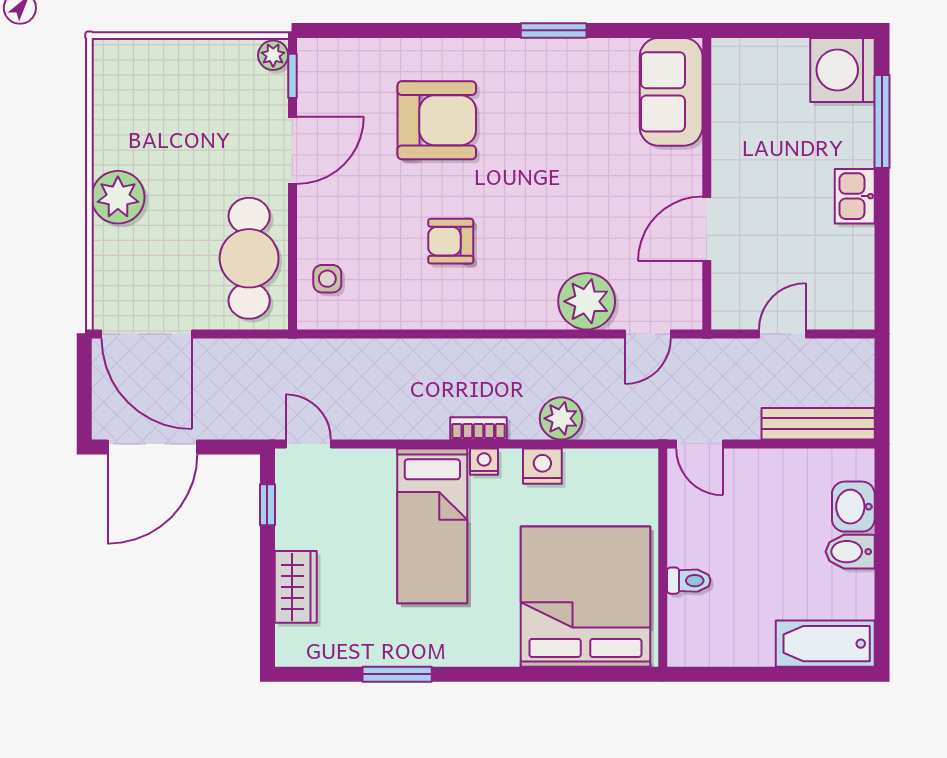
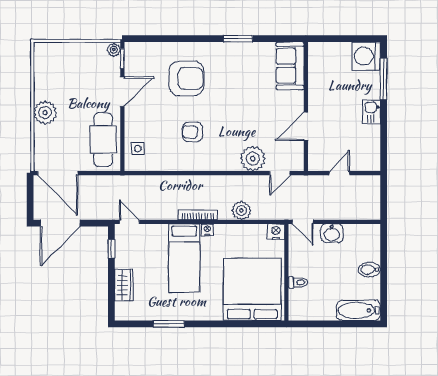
bench: (818, 424) -> (355, 213), removed
bookcase: (478, 428) -> (198, 215), width x1.56
nightstand: (542, 466) -> (276, 232), moved
washbasin: (853, 507) -> (332, 233), moved, turned -90

